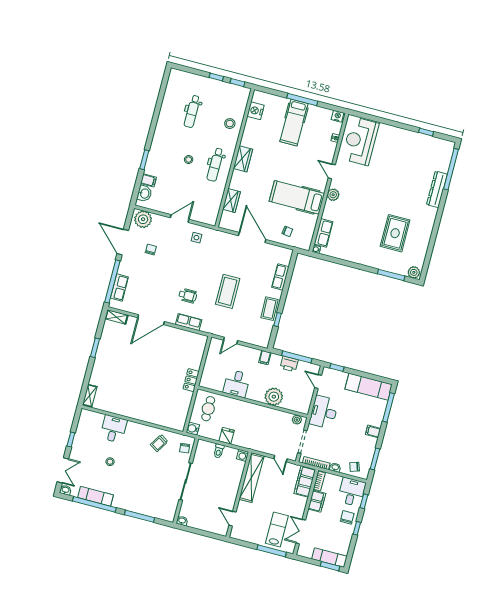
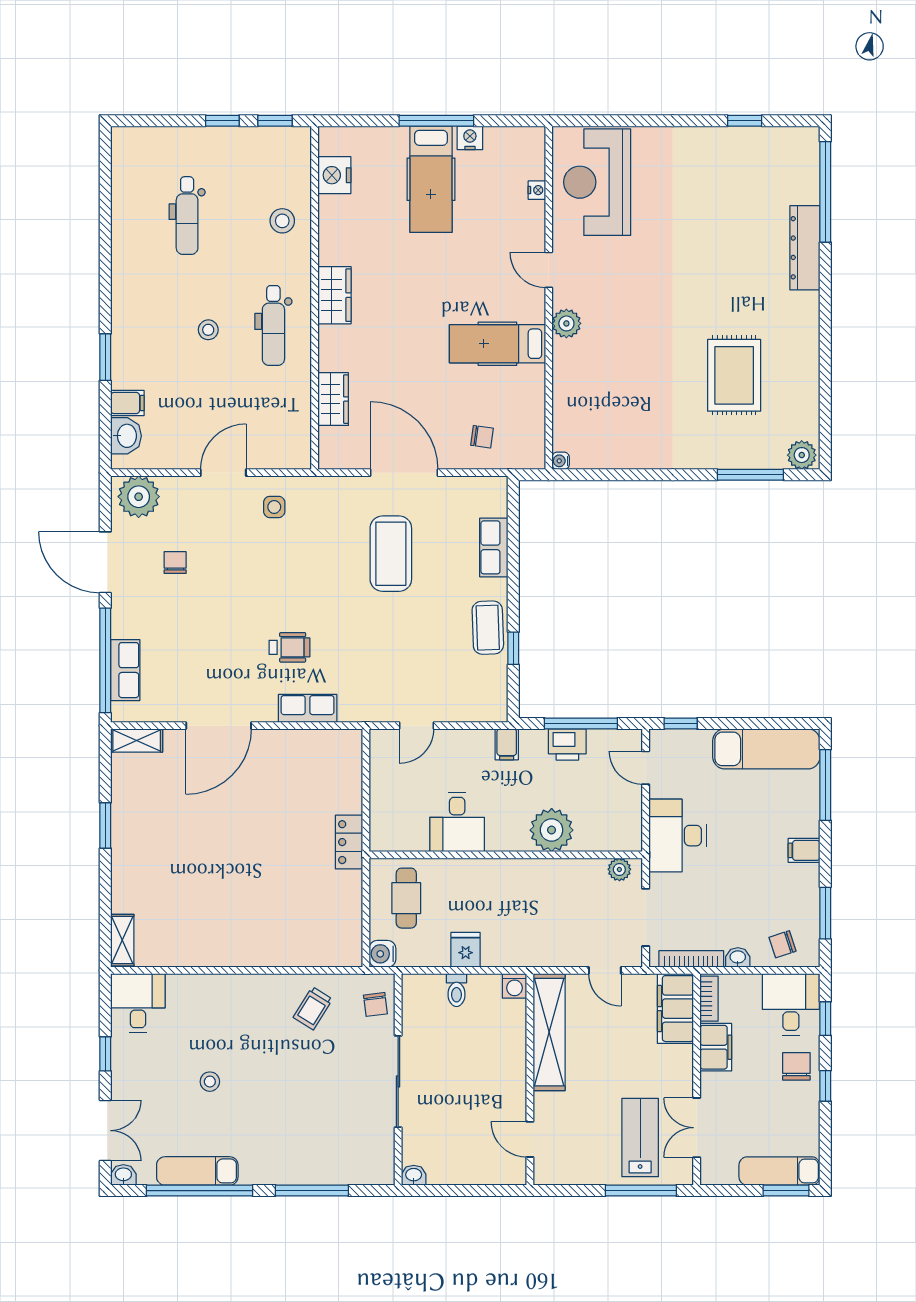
nightstand: (338, 116) -> (470, 138), moved
hospital bed: (297, 197) -> (497, 344), width x0.73, depth x0.78
row of seats: (323, 233) -> (567, 418), removed
coffee table: (228, 291) -> (391, 554), moved
desk: (114, 429) -> (138, 1003), moved

